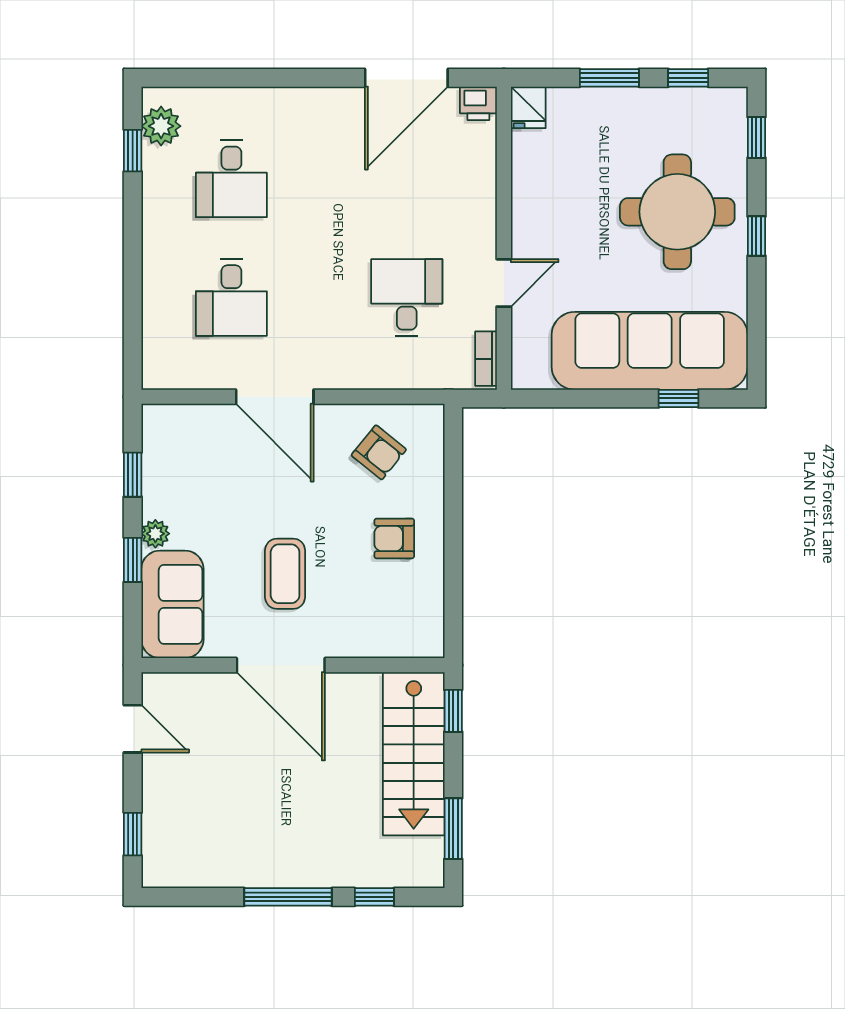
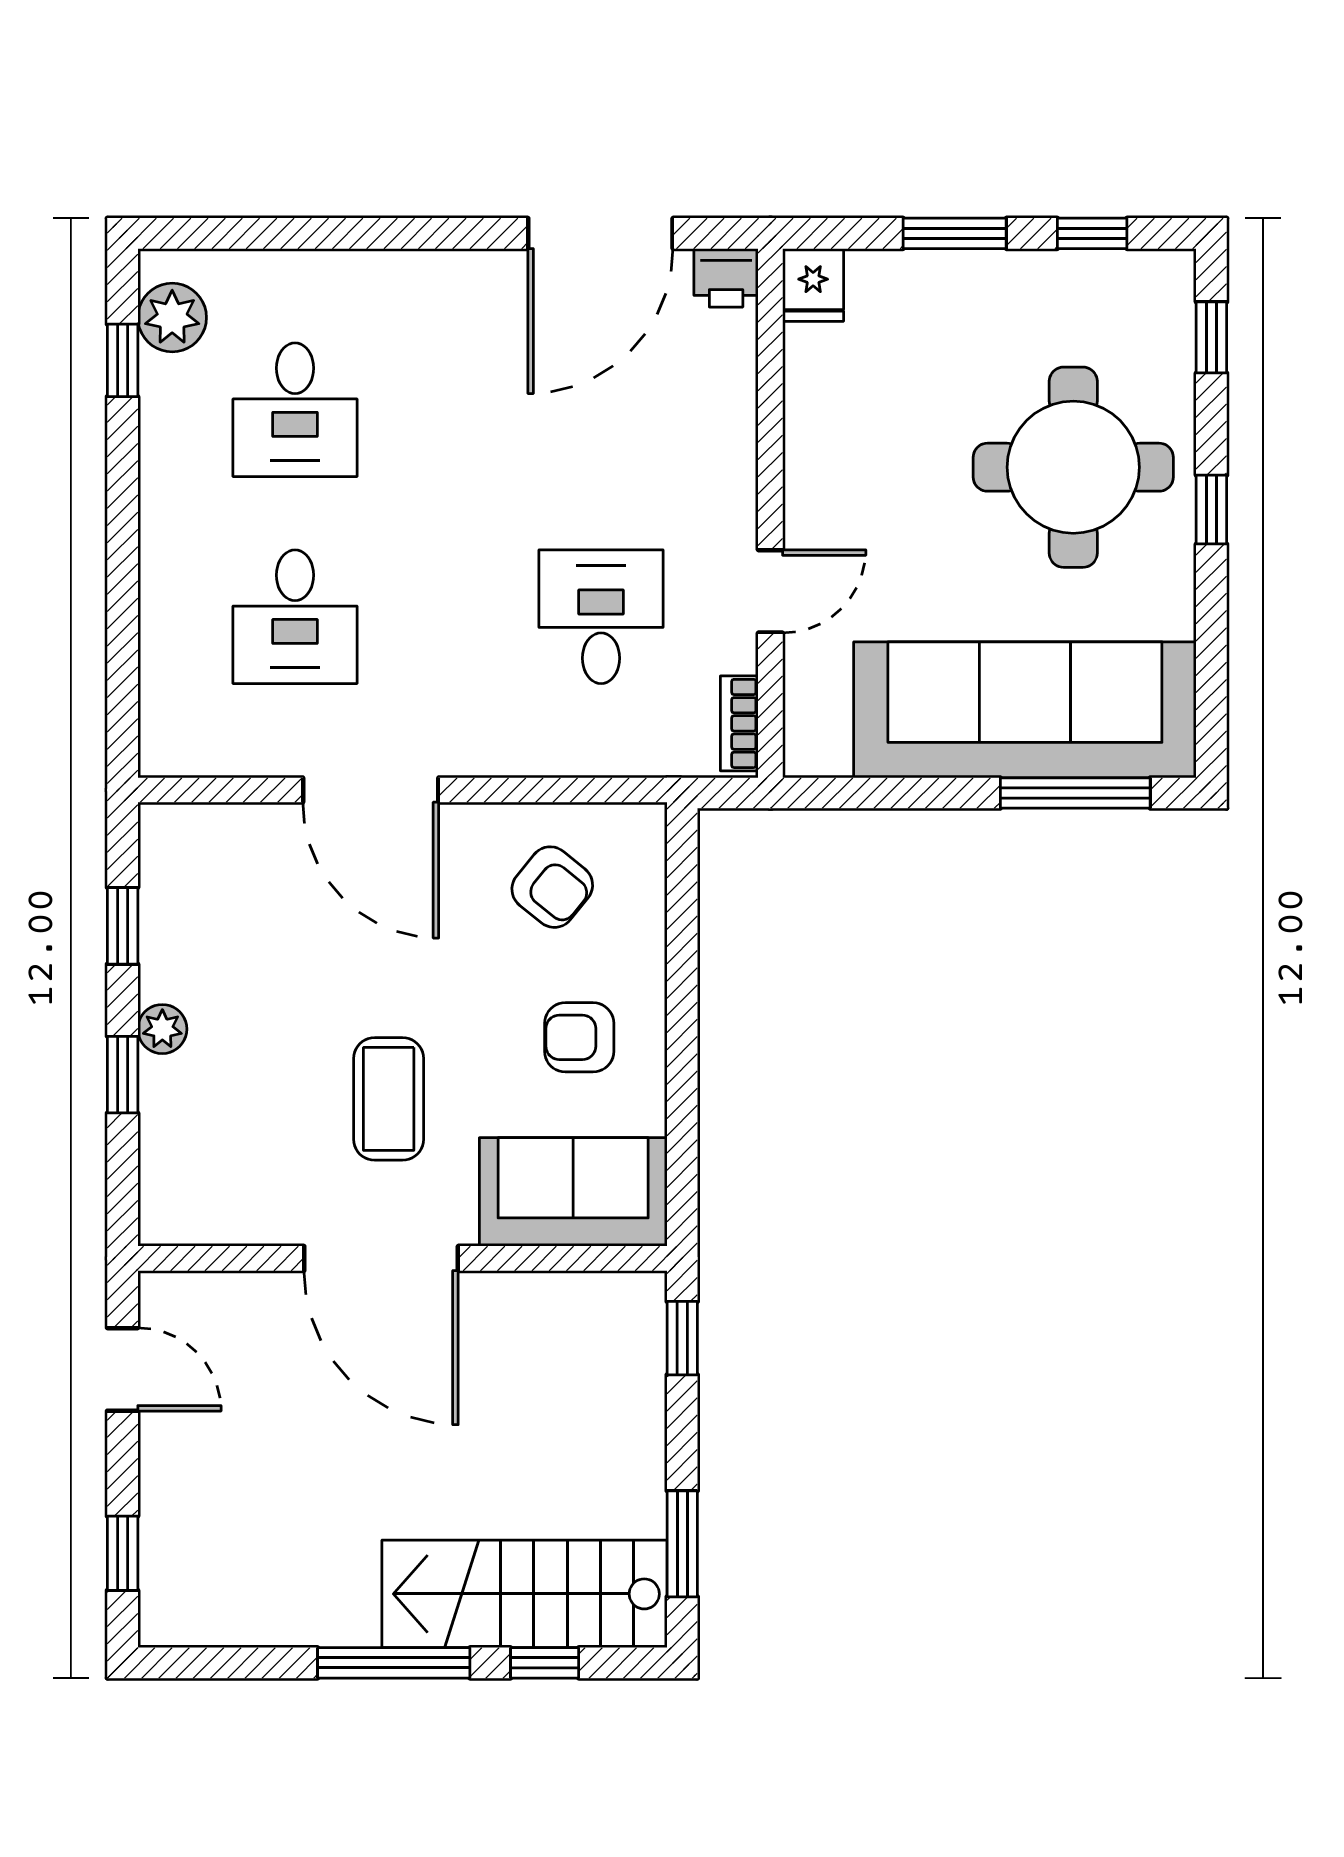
window: (678, 398) -> (1075, 793), width x2.17
sofa: (172, 604) -> (573, 1192), moved, turned -90
stairs: (414, 754) -> (524, 1594), moved, turned 90

